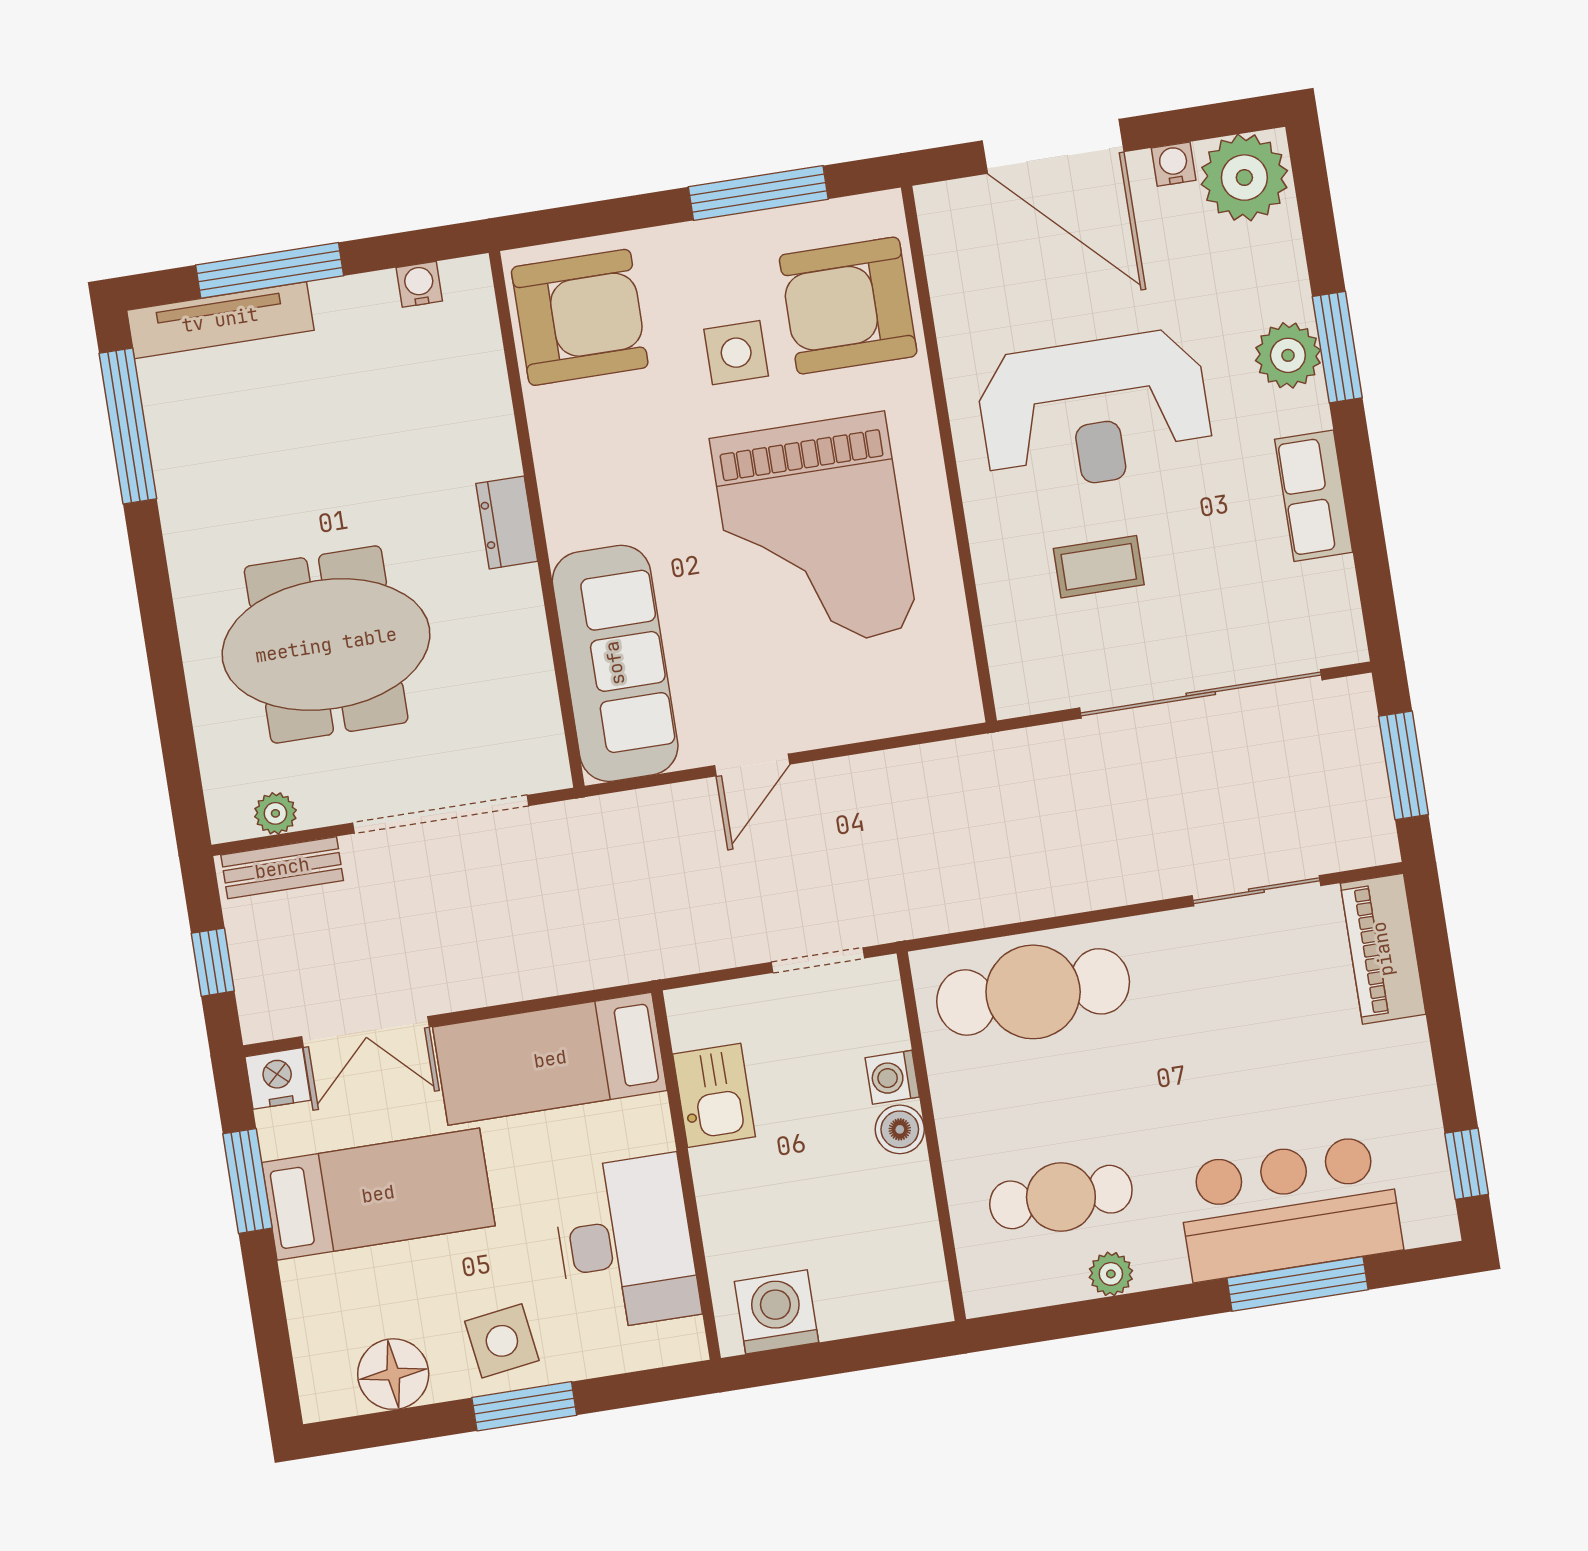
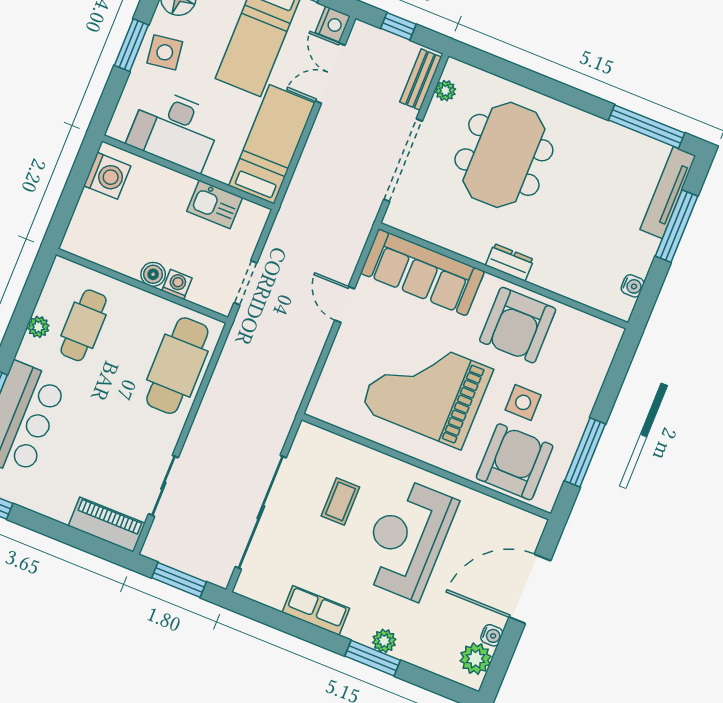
plant: (1244, 178) -> (476, 659), width x0.73, depth x0.73
armchair: (580, 317) -> (518, 325), moved
plant: (1288, 355) -> (384, 641), width x0.73, depth x0.73

